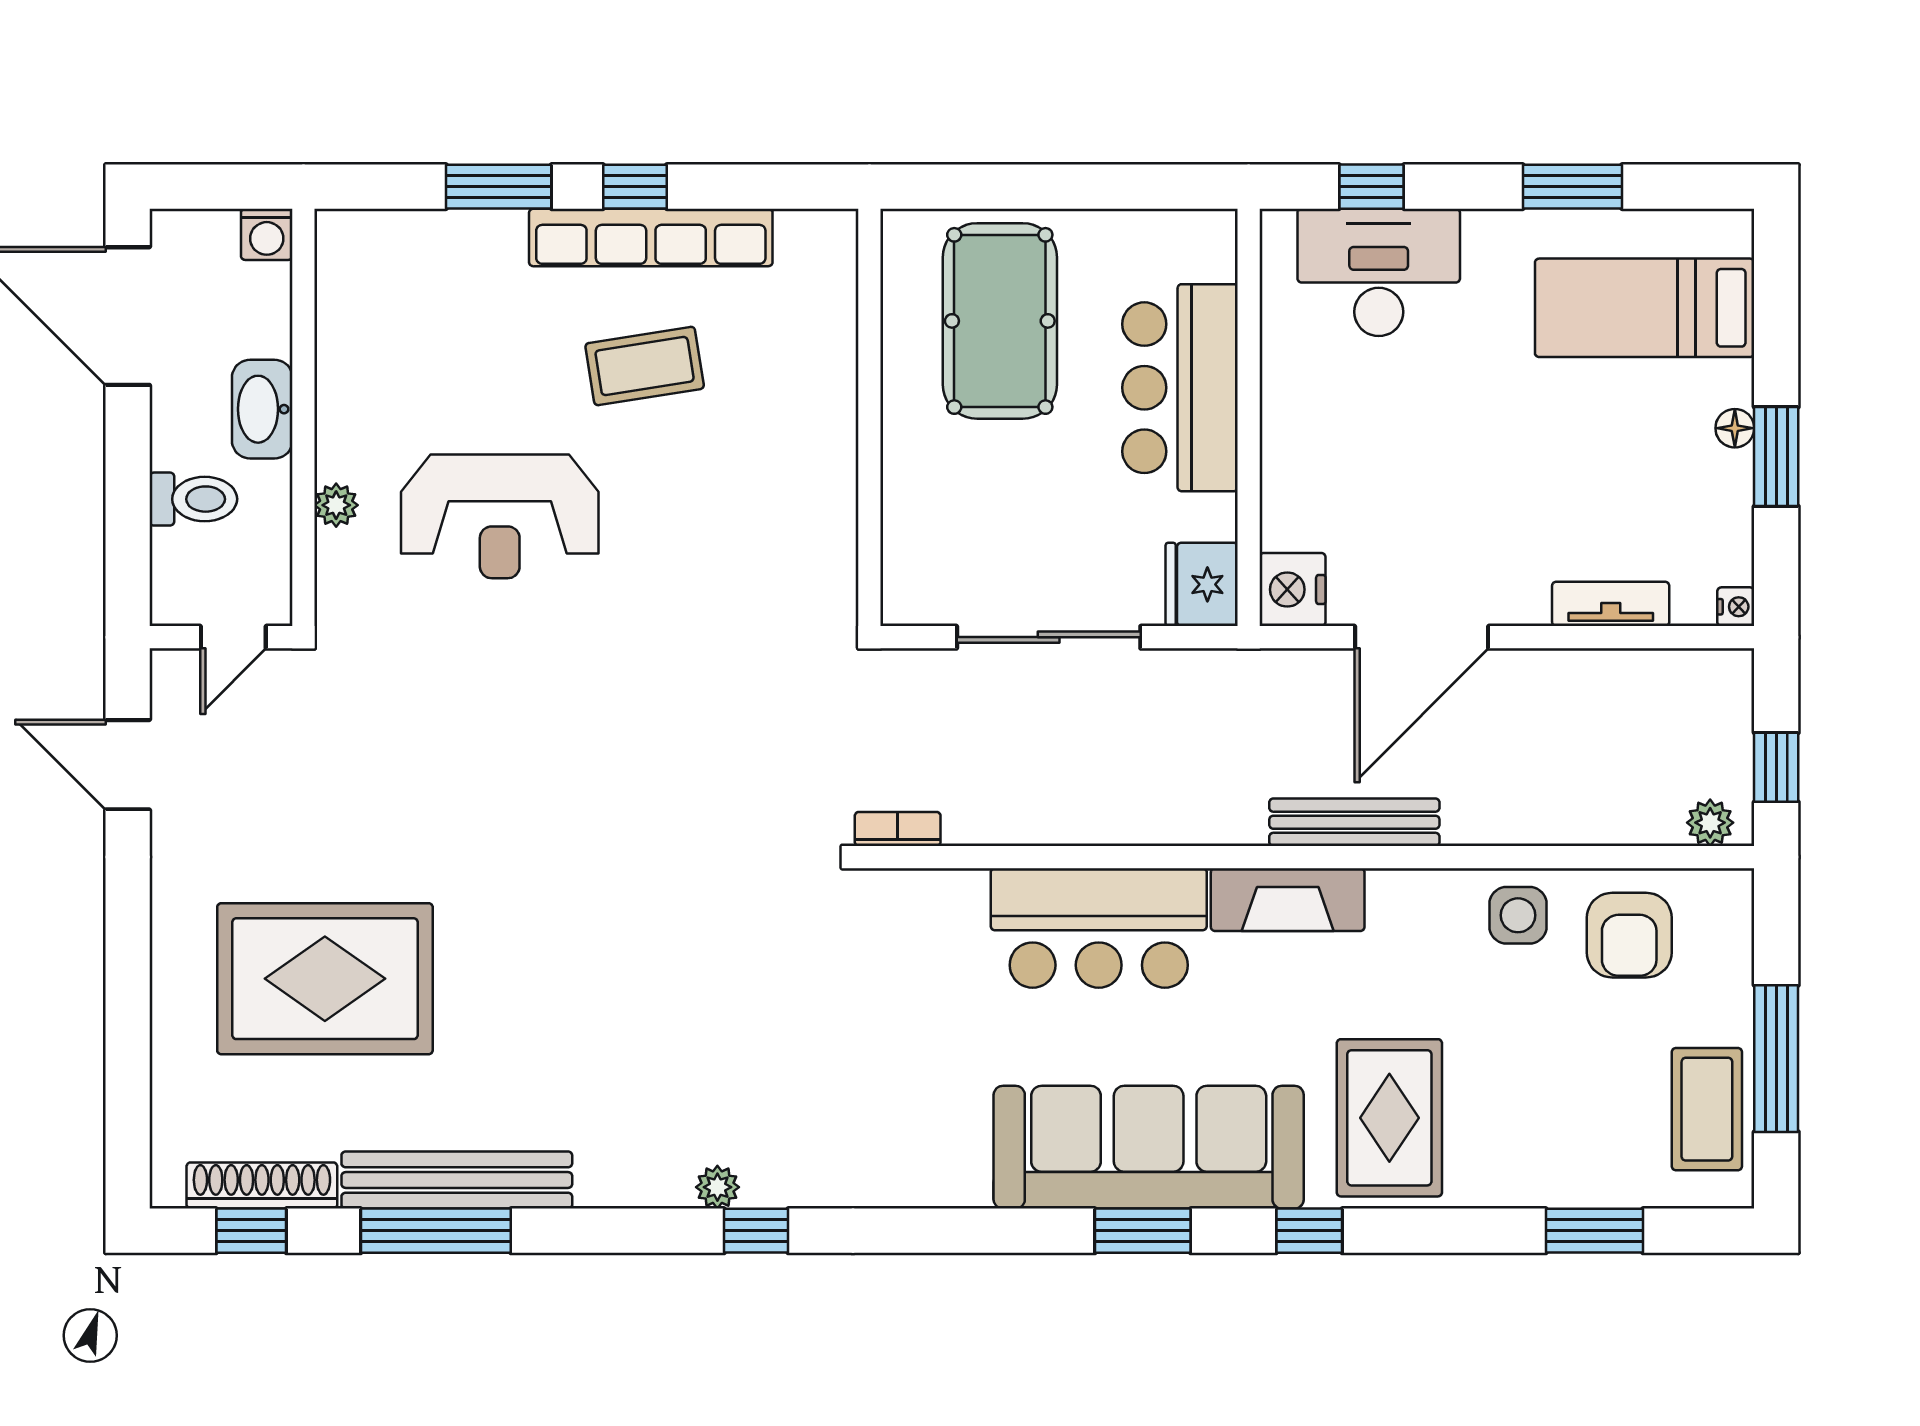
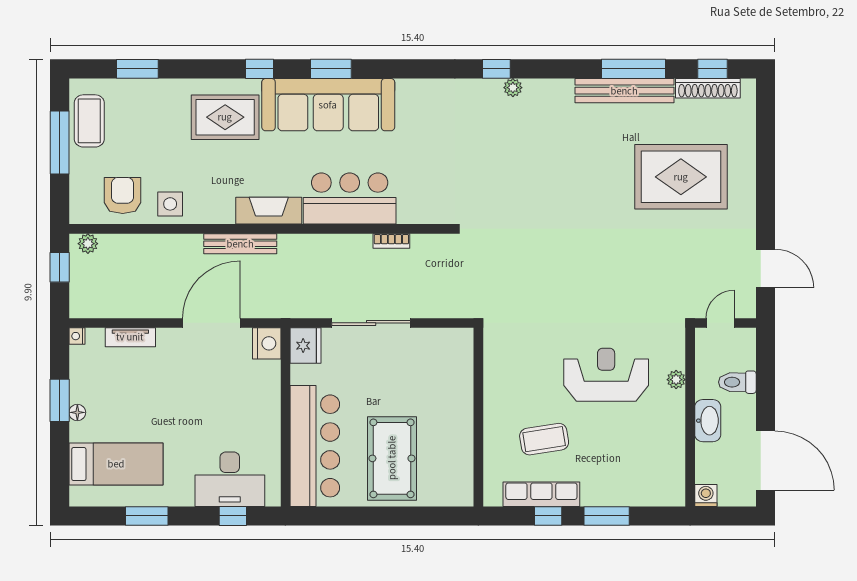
row of seats: (651, 237) -> (541, 494), width x0.73
bar counter: (1180, 388) -> (315, 446), width x1.36
wall: (869, 417) -> (478, 417), moved
bookcase: (898, 829) -> (391, 241), moved
rug: (1389, 1118) -> (225, 117), turned 90

